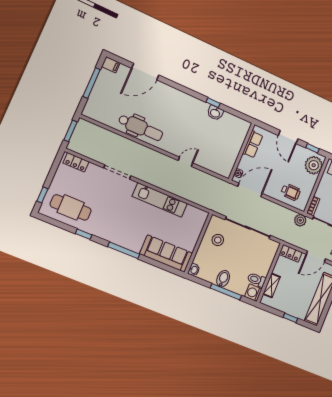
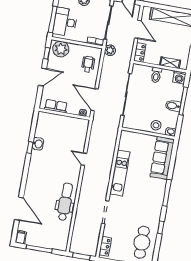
stool: (218, 240) -> (156, 125), moved
toilet: (256, 280) -> (156, 75), moved

